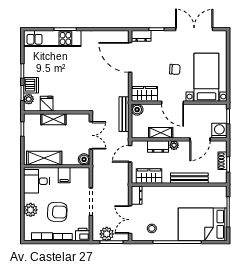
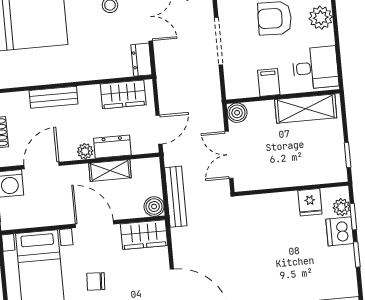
shelving: (53, 119) -> (296, 177), removed
bench: (189, 178) -> (54, 97), width x0.73

